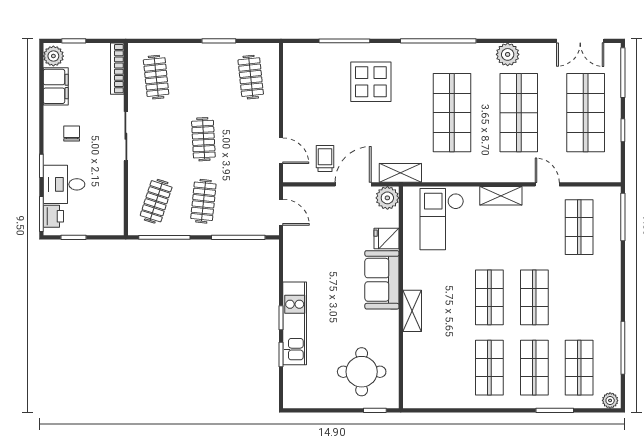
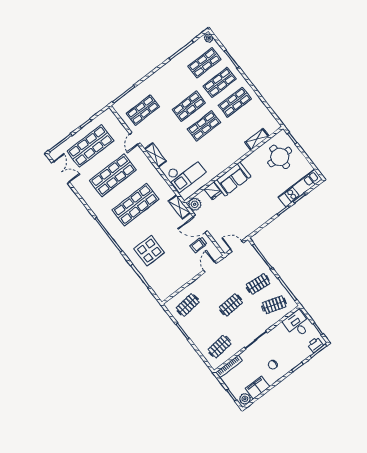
plant: (508, 54) -> (91, 200), removed
desk: (64, 184) -> (297, 324), moved, turned 180
door: (281, 212) -> (237, 246), hinge flipped
shelving: (412, 311) -> (257, 139), moved
kitchen unit: (295, 323) -> (300, 188), moved

